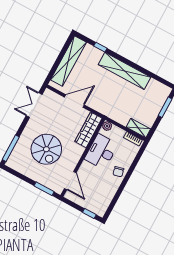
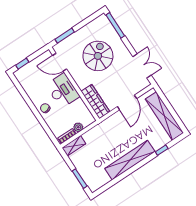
plant: (107, 126) -> (78, 127), moved
spiral stairs: (46, 149) -> (98, 56), turned 90
desk: (101, 152) -> (63, 91), moved

